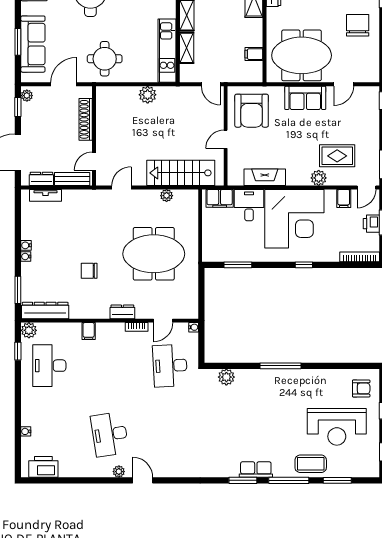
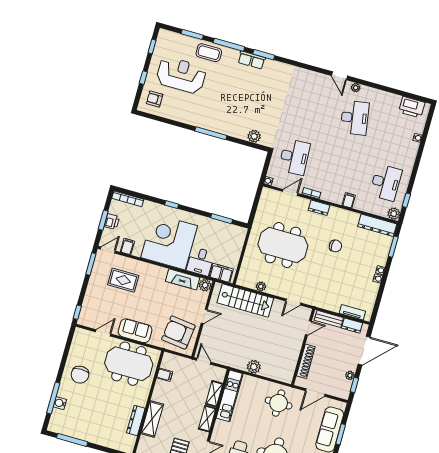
plant: (27, 96) -> (350, 375), moved
armchair: (252, 111) -> (178, 333), turned -83
plant: (319, 178) -> (205, 285), moved

